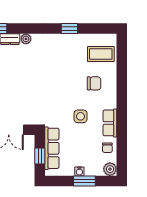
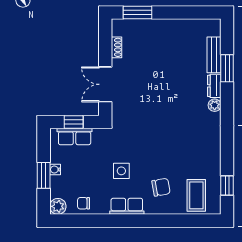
window: (69, 29) -> (227, 186), moved
chair: (94, 83) -> (161, 187), turned -100
row of seats: (110, 123) -> (127, 206), moved
row of seats: (52, 148) -> (75, 136), width x0.68

